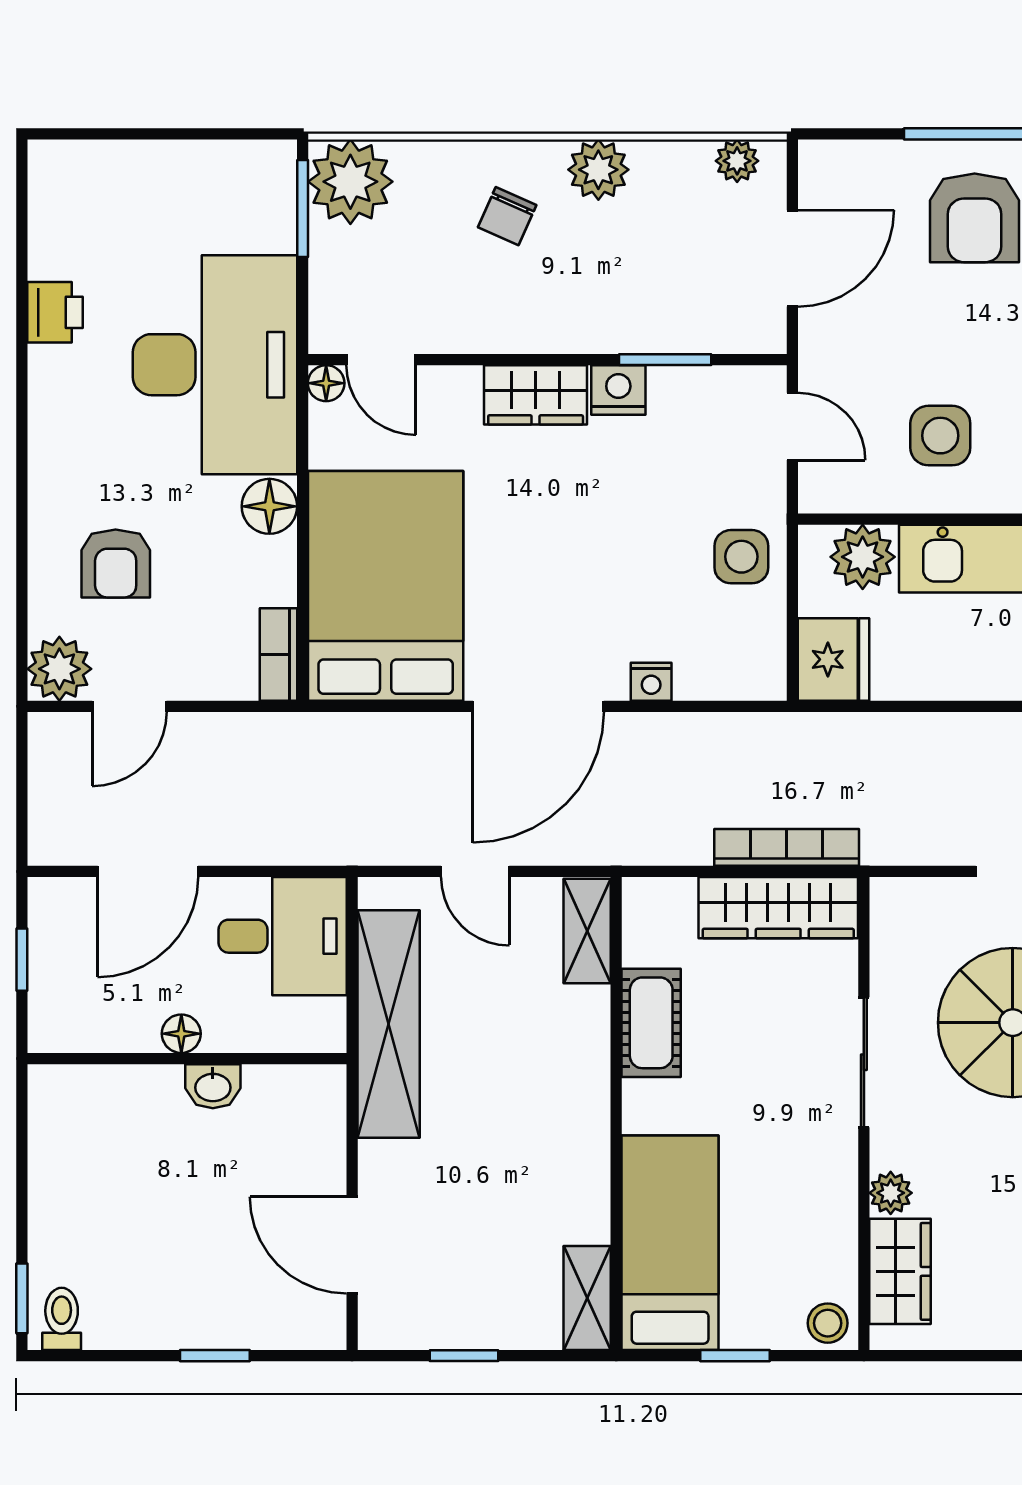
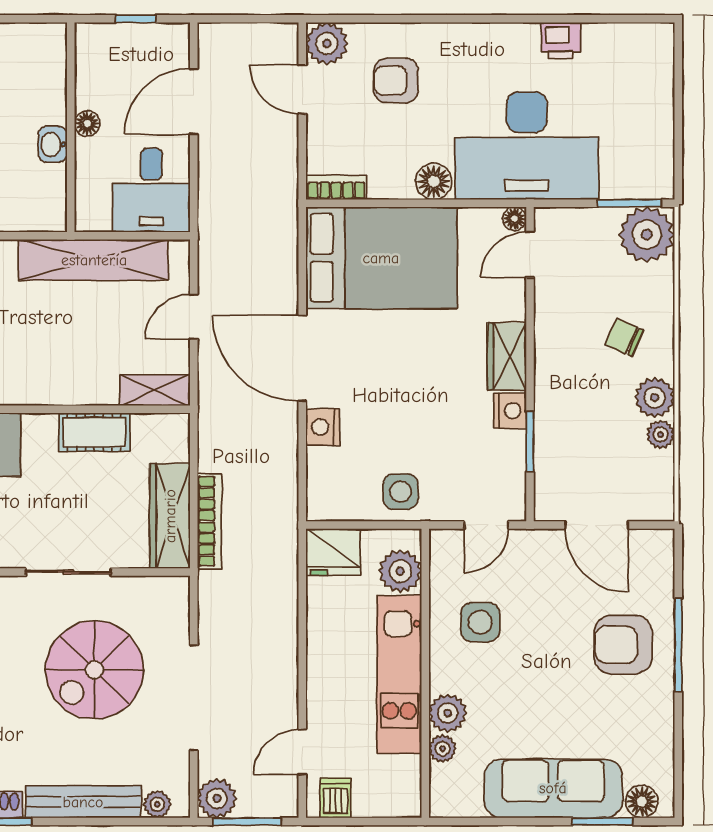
plant: (737, 161) -> (661, 434), moved
nightstand: (651, 682) -> (323, 427), width x1.39, depth x1.35
door: (148, 871) -> (194, 102), hinge flipped

